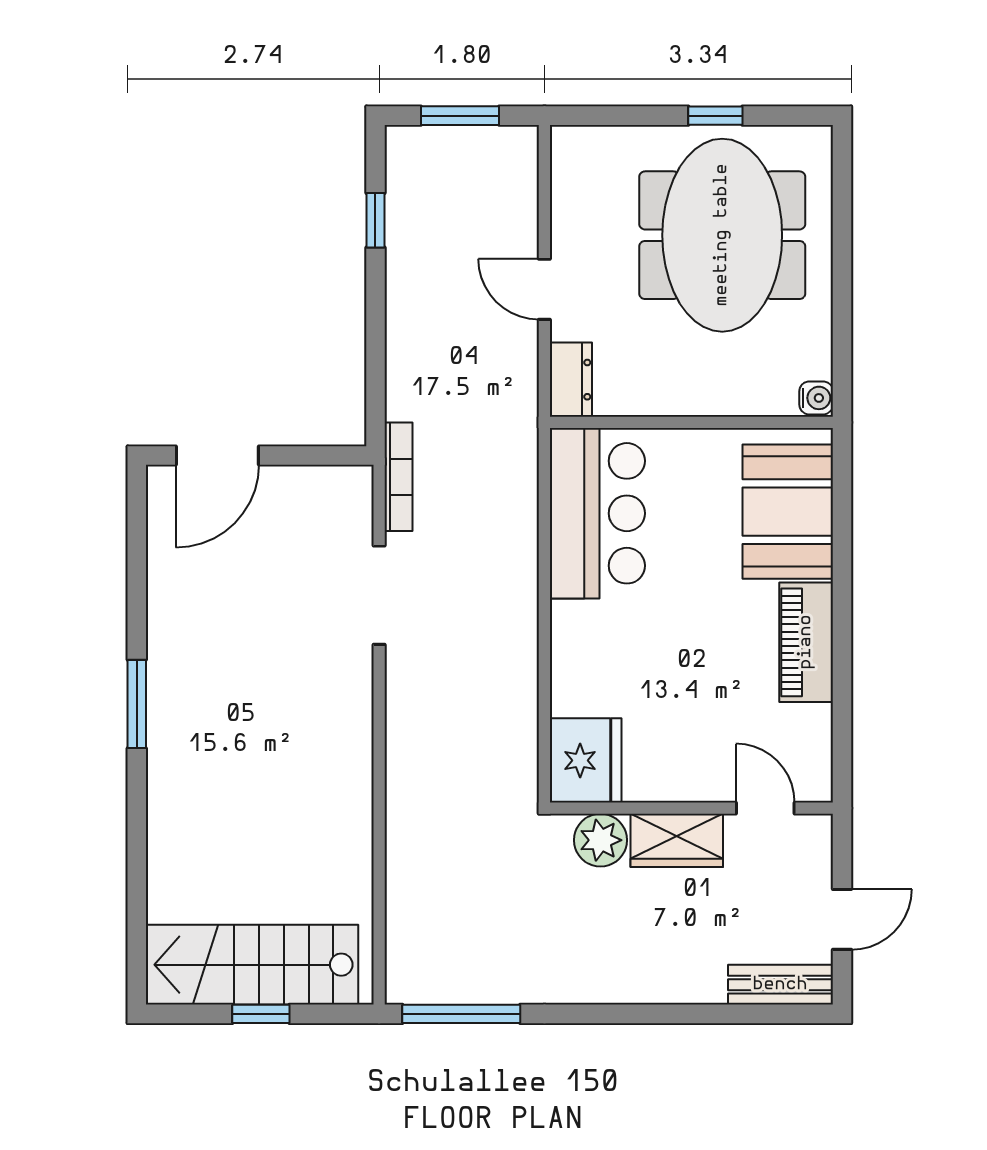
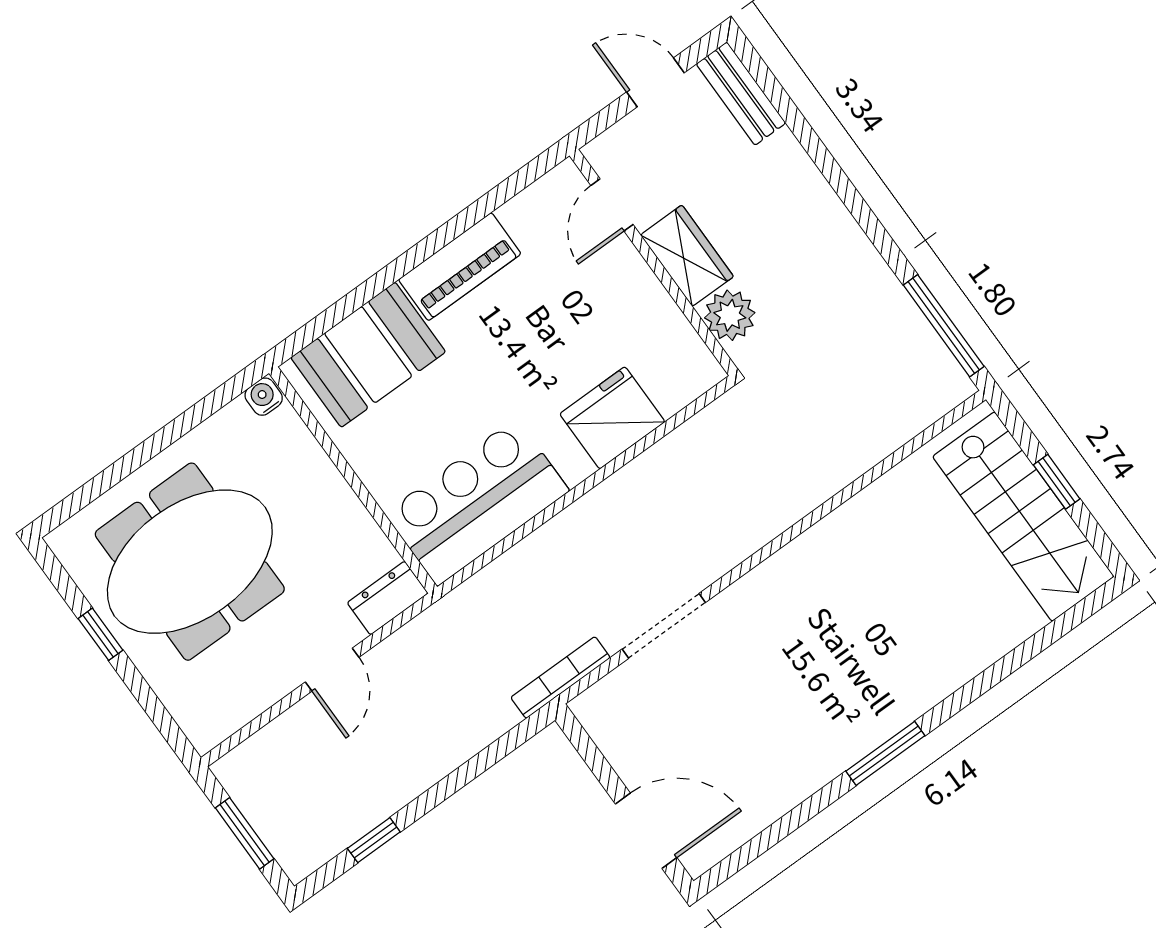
fridge: (586, 760) -> (612, 418), moved

